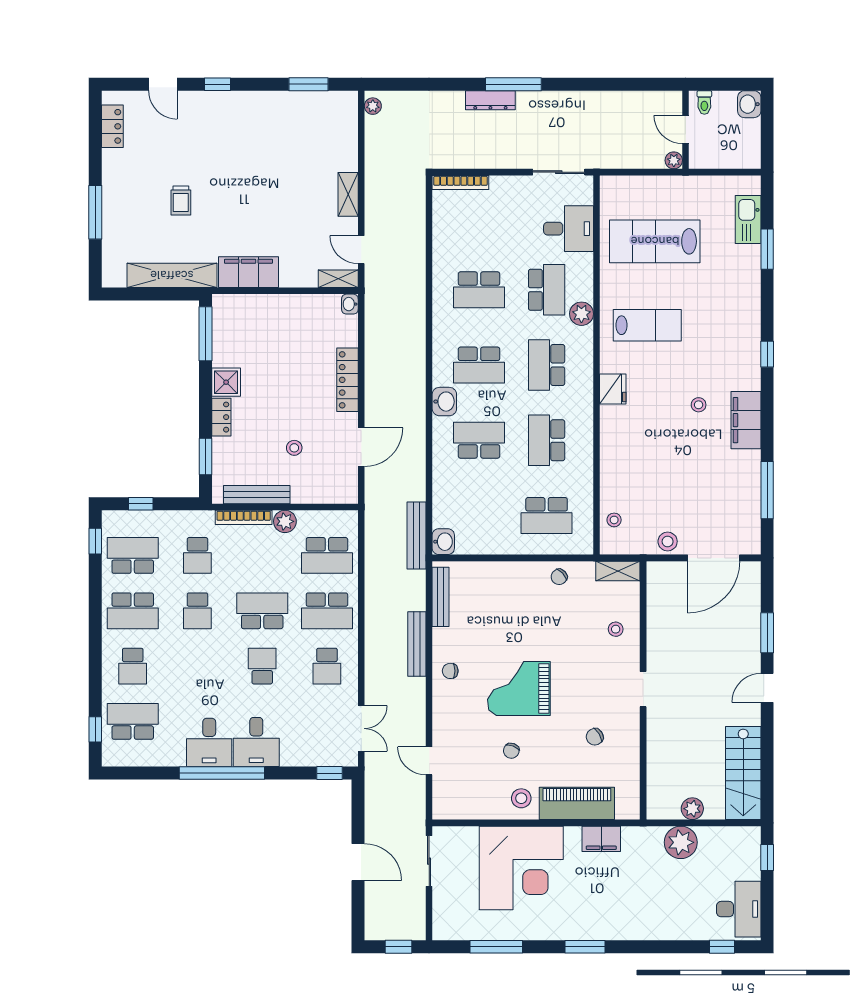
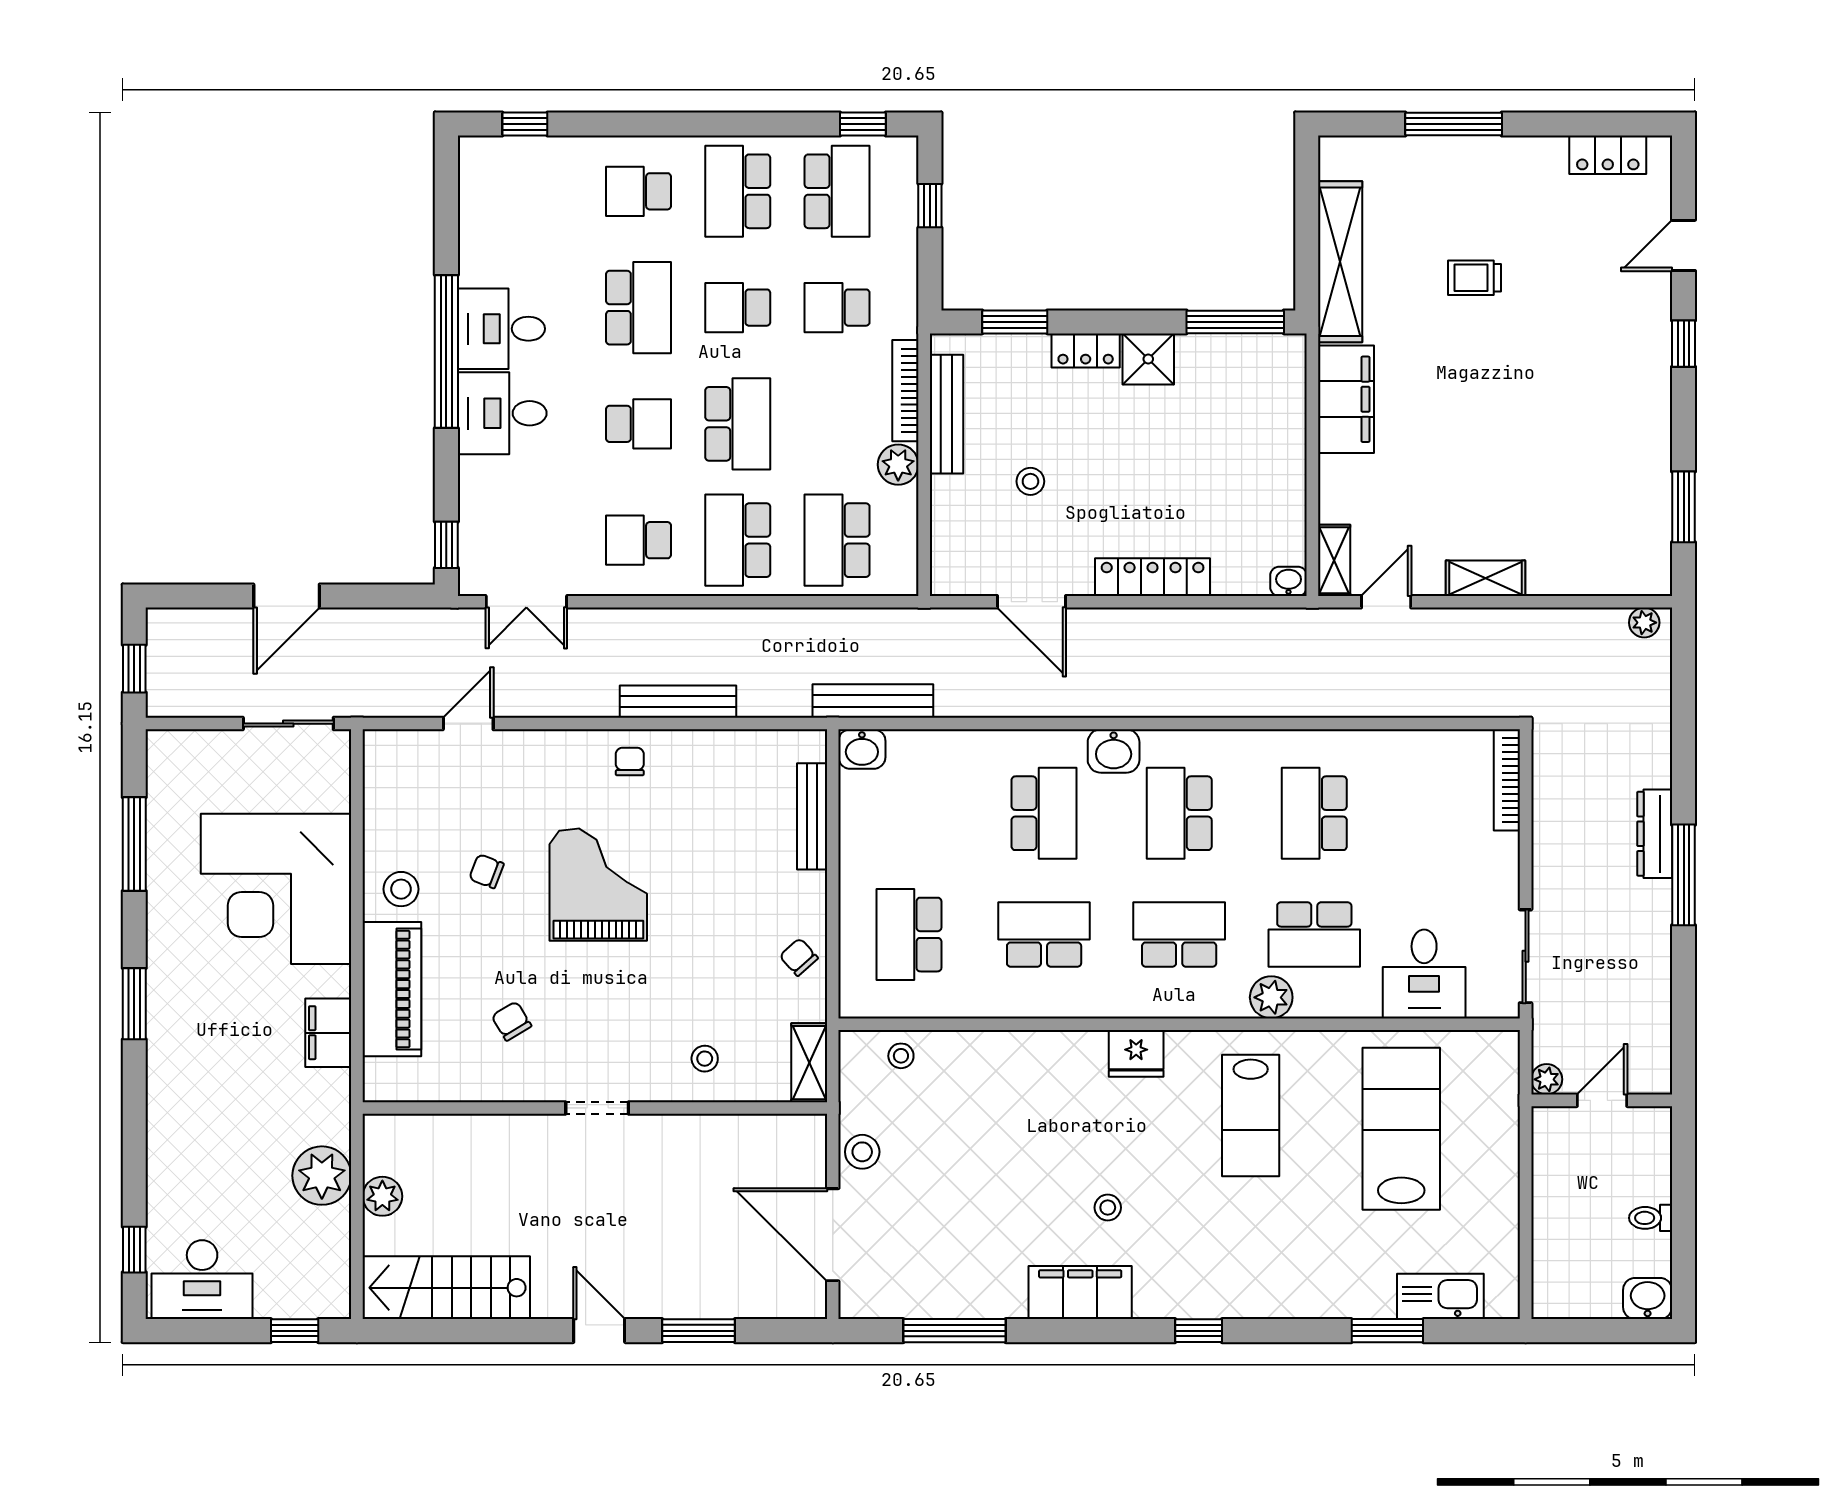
door: (686, 130) -> (1602, 1100), moved
wall: (686, 130) -> (1602, 1100), moved
plant: (674, 160) -> (1547, 1079), moved
bench: (441, 597) -> (812, 816), moved, turned 90
school desk: (133, 721) -> (638, 308), moved

